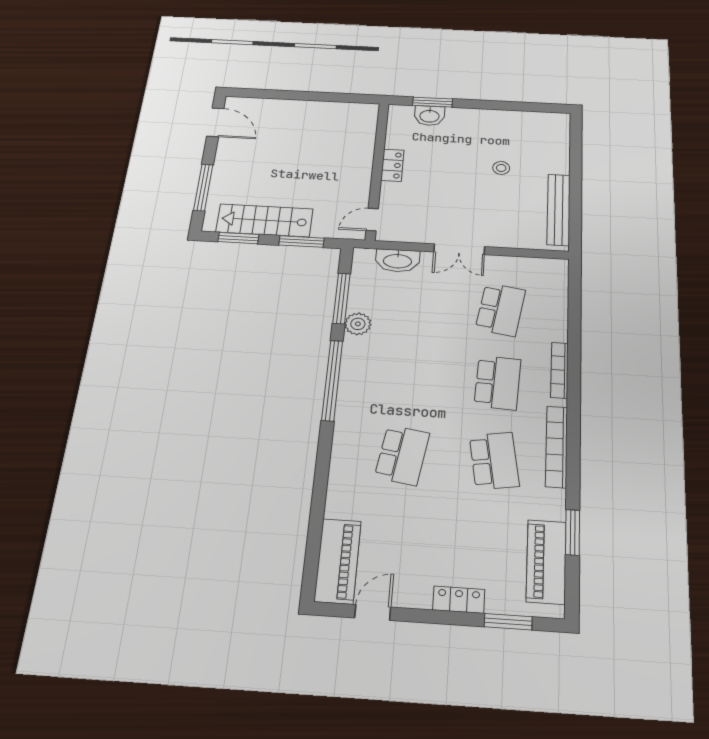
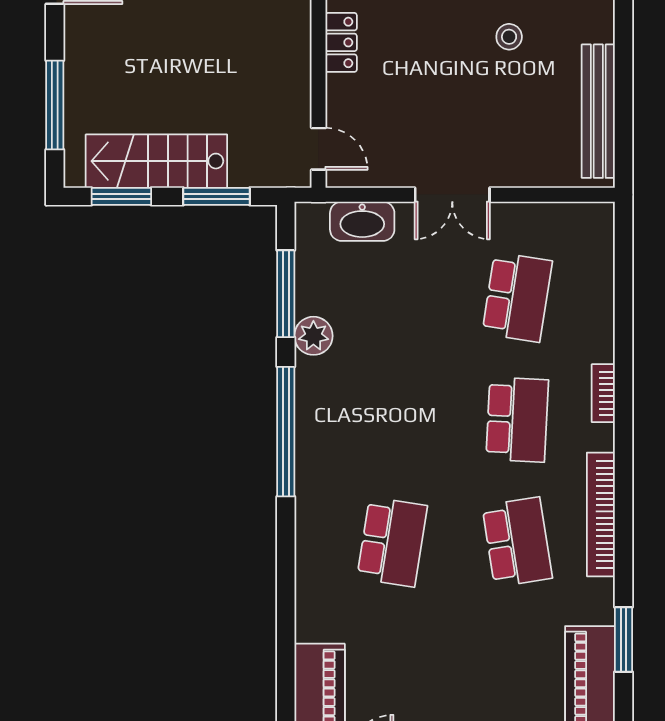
door: (372, 220) -> (318, 149), swing flipped
bookcase: (560, 370) -> (603, 393), width x0.64

